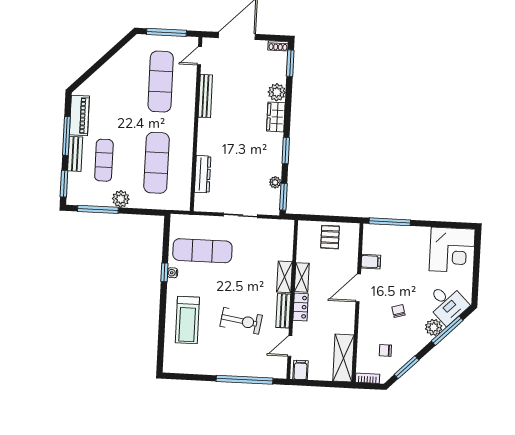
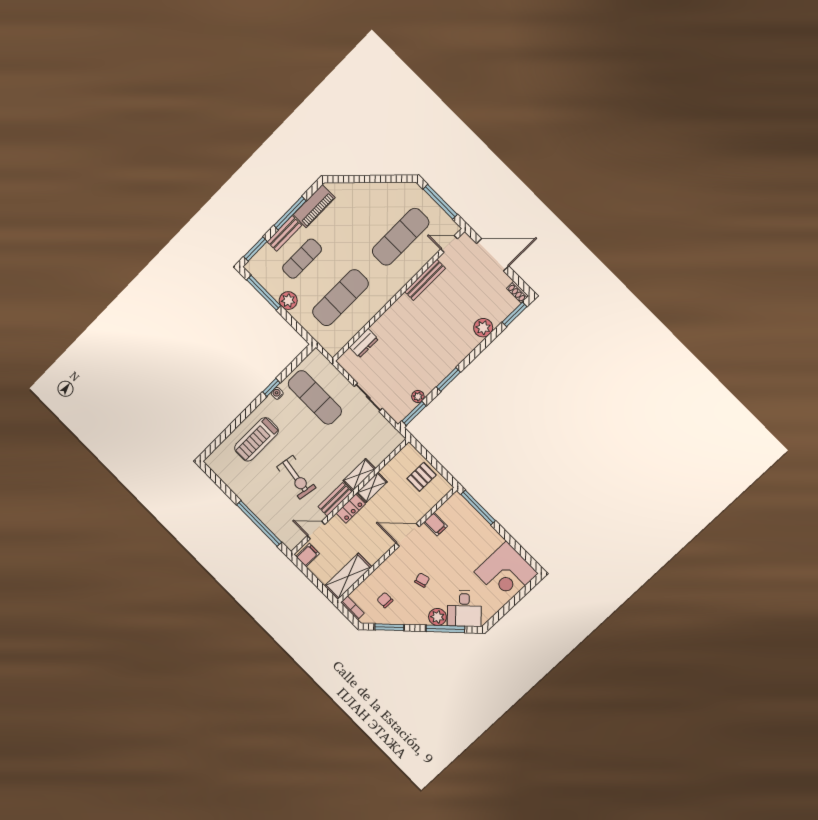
wardrobe: (276, 117) -> (465, 346), removed
dresser: (203, 174) -> (364, 343), width x0.70

